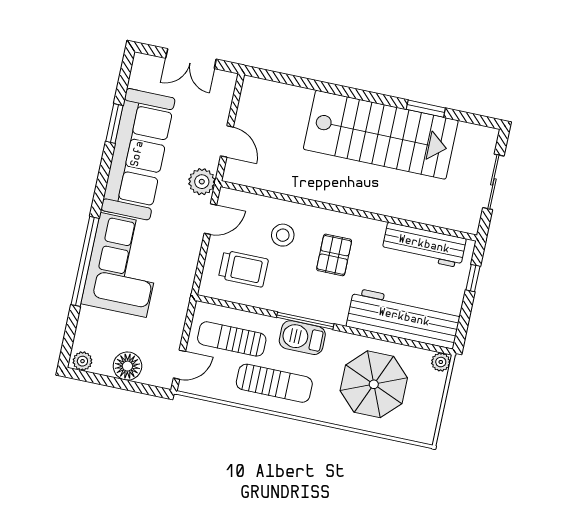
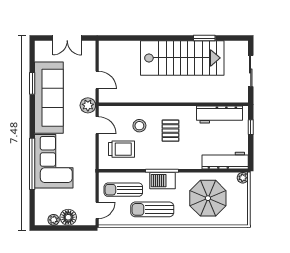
door: (210, 219) -> (97, 125), hinge flipped
workbench: (404, 318) -> (225, 161), width x0.73, depth x0.76
plant: (82, 361) -> (54, 220), moved
sun lounger: (274, 383) -> (152, 209), turned 180

